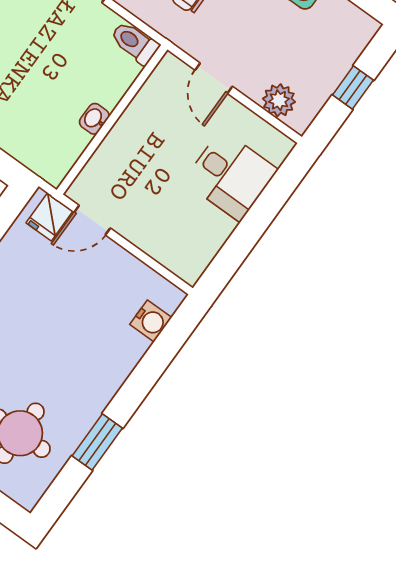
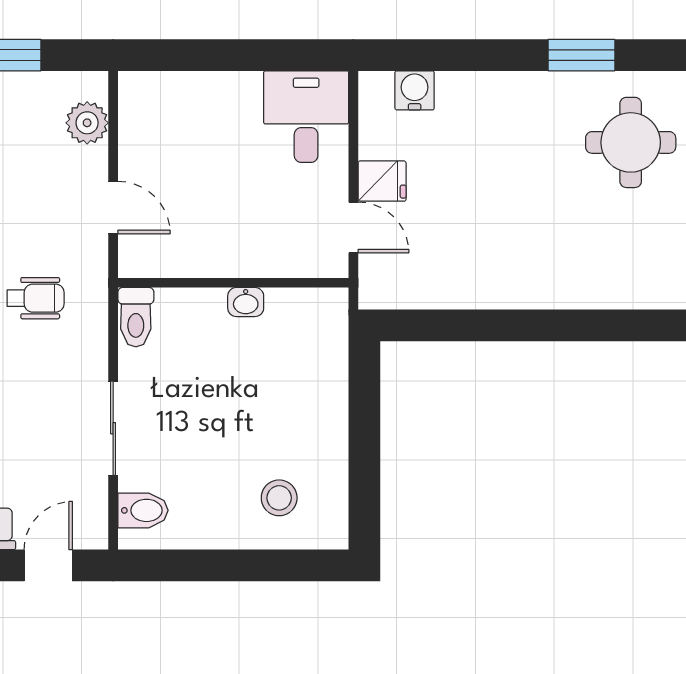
door: (214, 78) -> (113, 208), hinge flipped
desk: (231, 175) -> (306, 117), moved
fridge: (50, 217) -> (382, 181), moved

